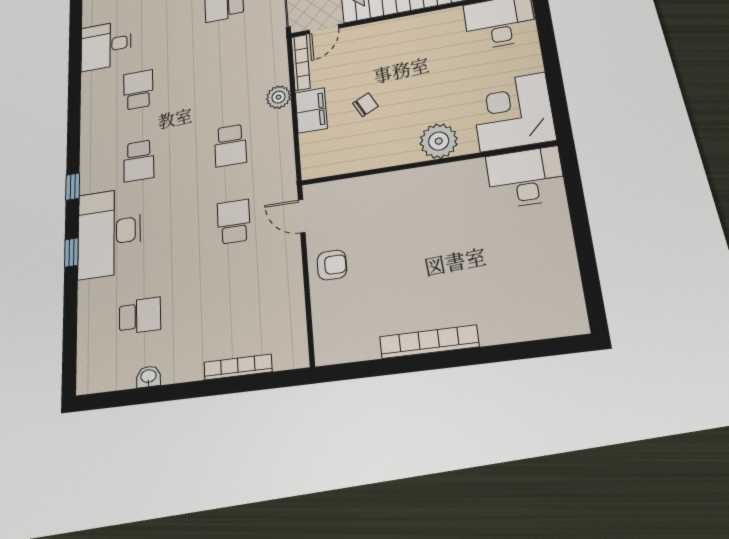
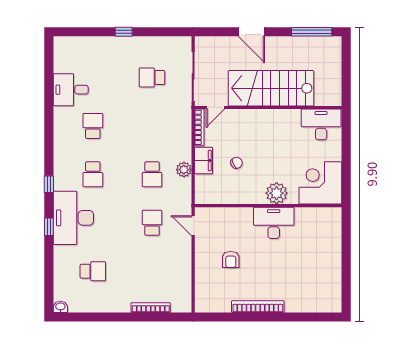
plant: (279, 97) -> (184, 170), moved
desk: (526, 177) -> (274, 223), moved
armchair: (332, 265) -> (231, 259), moved, turned 90
washbasin: (148, 377) -> (60, 307), moved

